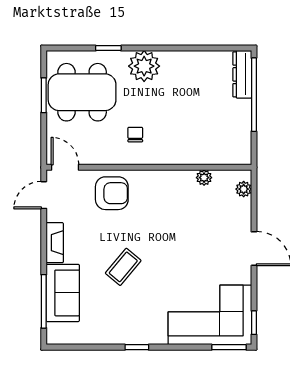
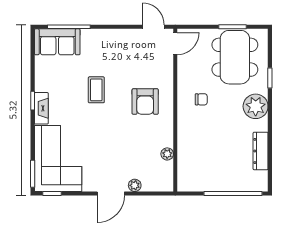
dresser: (242, 74) -> (261, 151), moved, turned -90
plant: (244, 189) -> (135, 185), moved
armchair: (112, 193) -> (145, 102), moved
fireplace: (55, 243) -> (41, 108), moved, turned -90
coffee table: (123, 267) -> (96, 90), turned 50
sofa: (63, 293) -> (57, 42), moved

